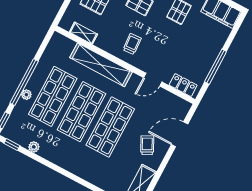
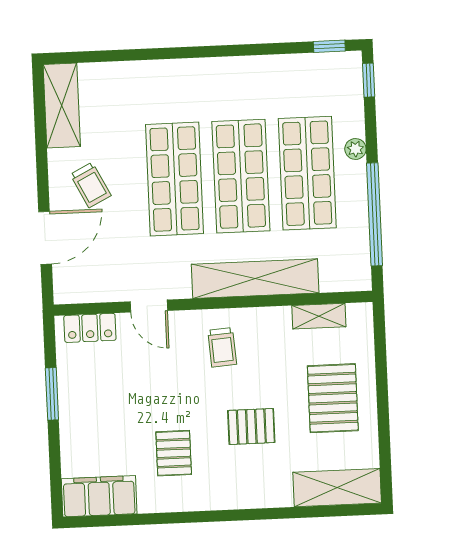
window: (216, 67) -> (52, 394), width x0.69
door: (153, 80) -> (149, 306), swing flipped
window: (24, 82) -> (374, 214), moved
plant: (34, 147) -> (288, 65), removed

